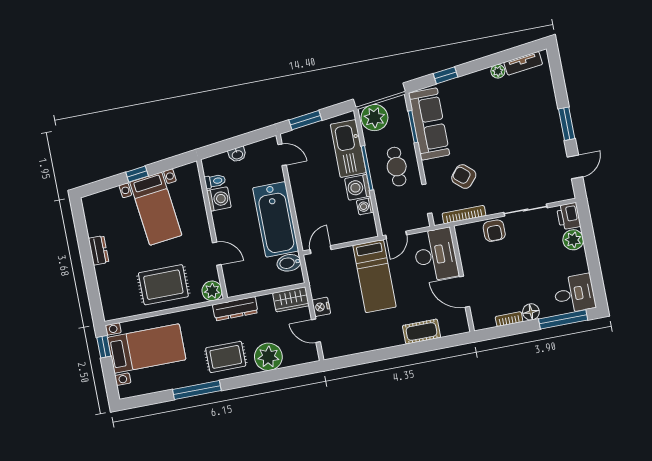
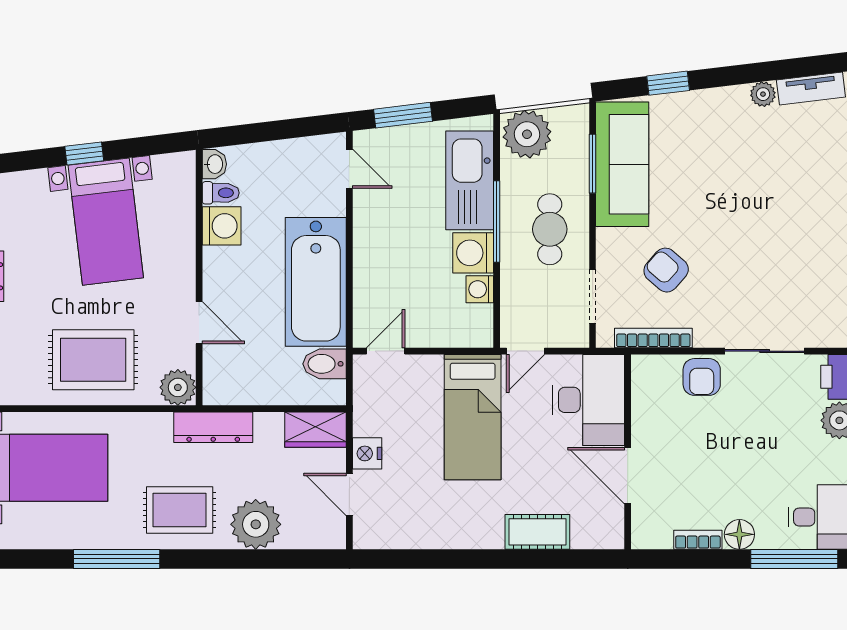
washbasin: (237, 154) -> (214, 164), moved, turned -83

